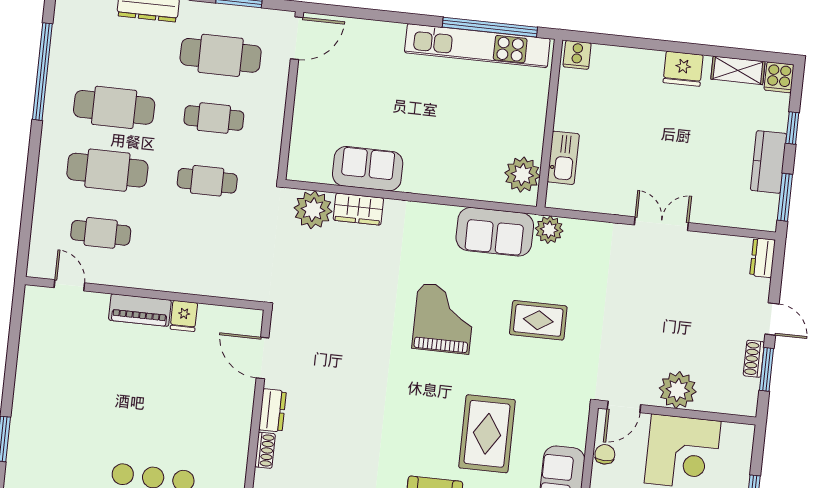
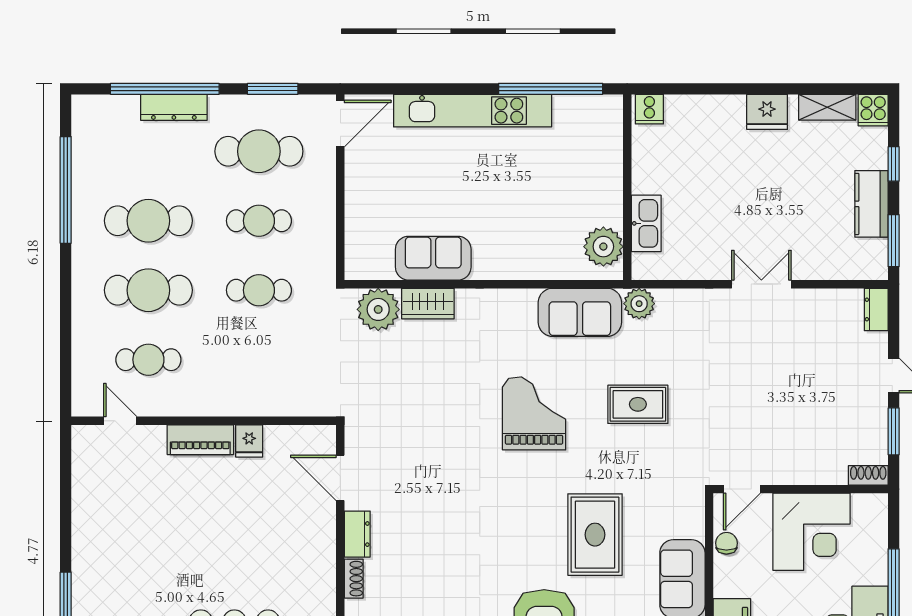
kitchen unit: (477, 46) -> (473, 111), moved
shoe rack: (754, 359) -> (868, 475), moved, turned 90
plant: (678, 390) -> (799, 464), removed

